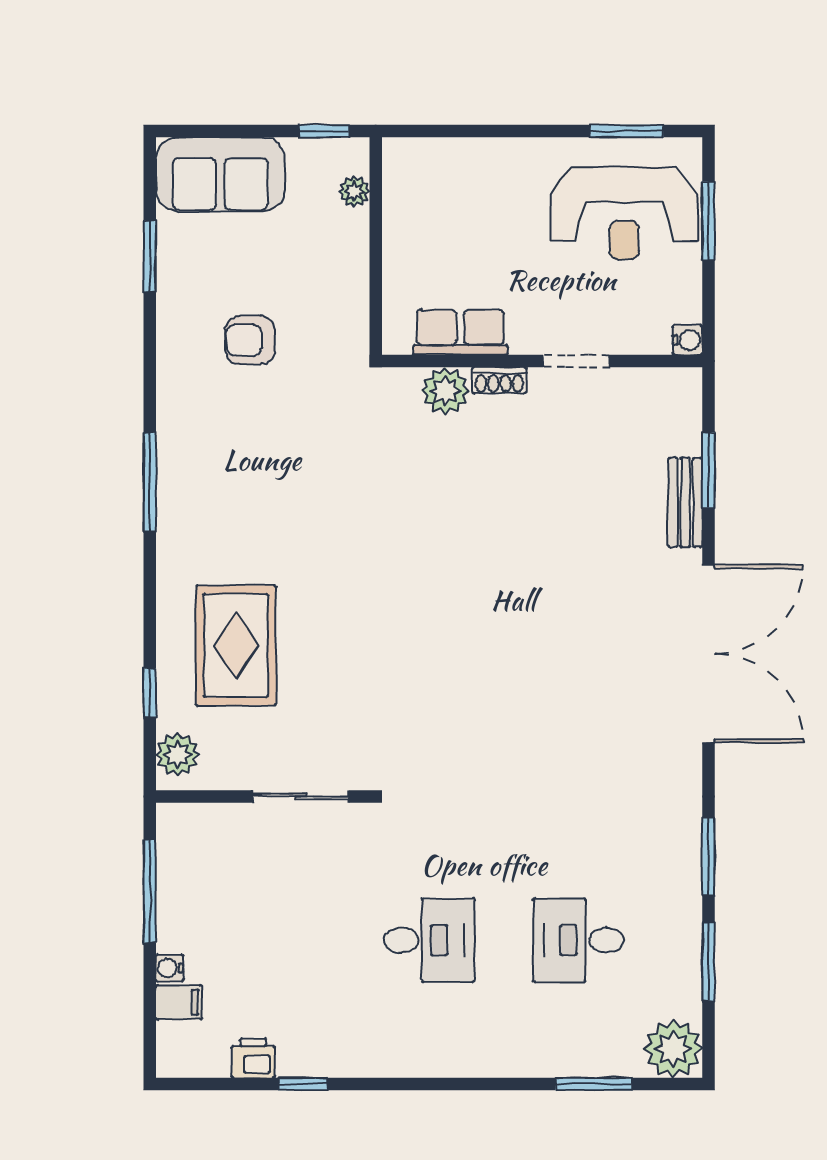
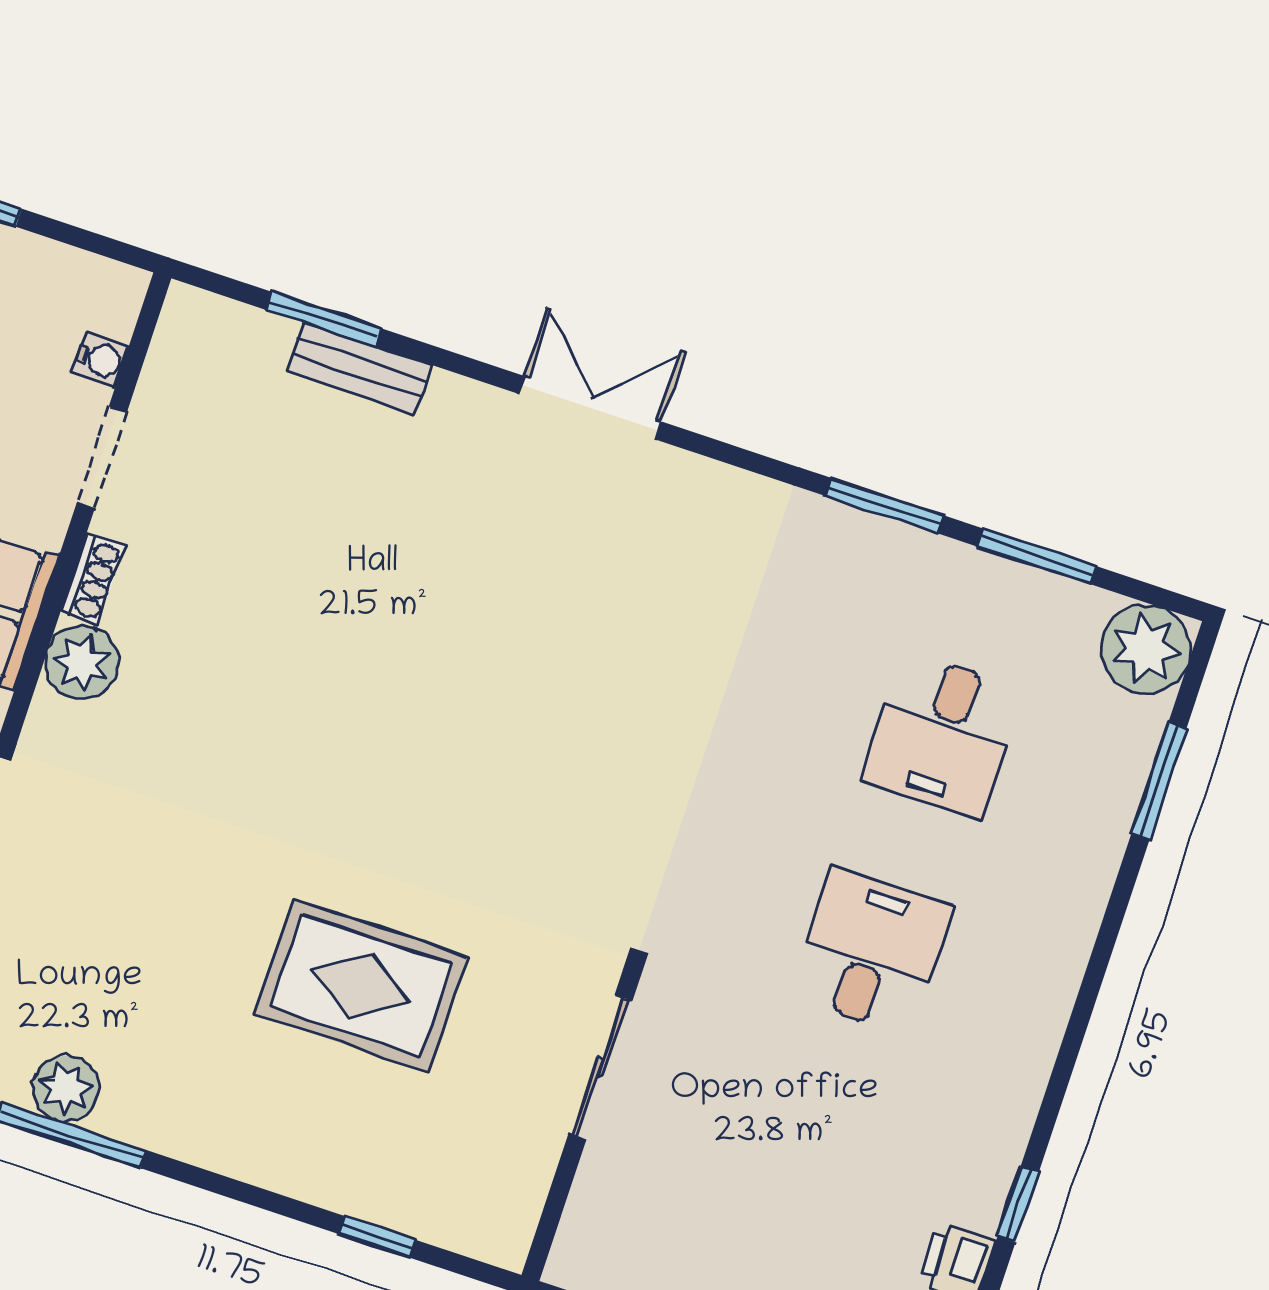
water cooler: (687, 340) -> (101, 360), moved, turned 90
rug: (236, 645) -> (361, 985), moved
double door: (708, 654) -> (590, 408), width x0.54
plant: (178, 755) -> (66, 1088), moved

